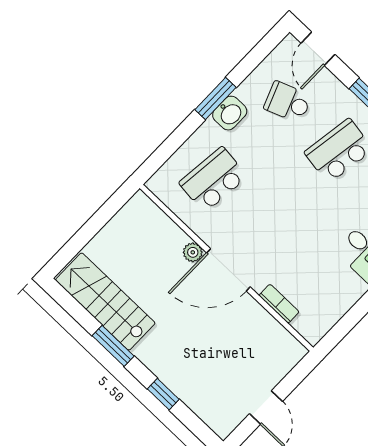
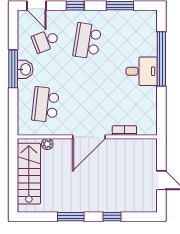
window: (215, 99) -> (13, 69), width x1.44
plant: (193, 252) -> (47, 144), moved
stairs: (105, 302) -> (29, 174), moved, turned 90

